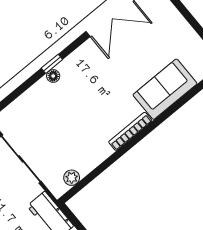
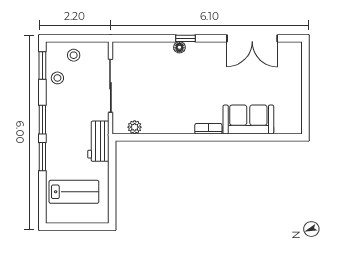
bookcase: (130, 131) -> (208, 129), width x0.64

